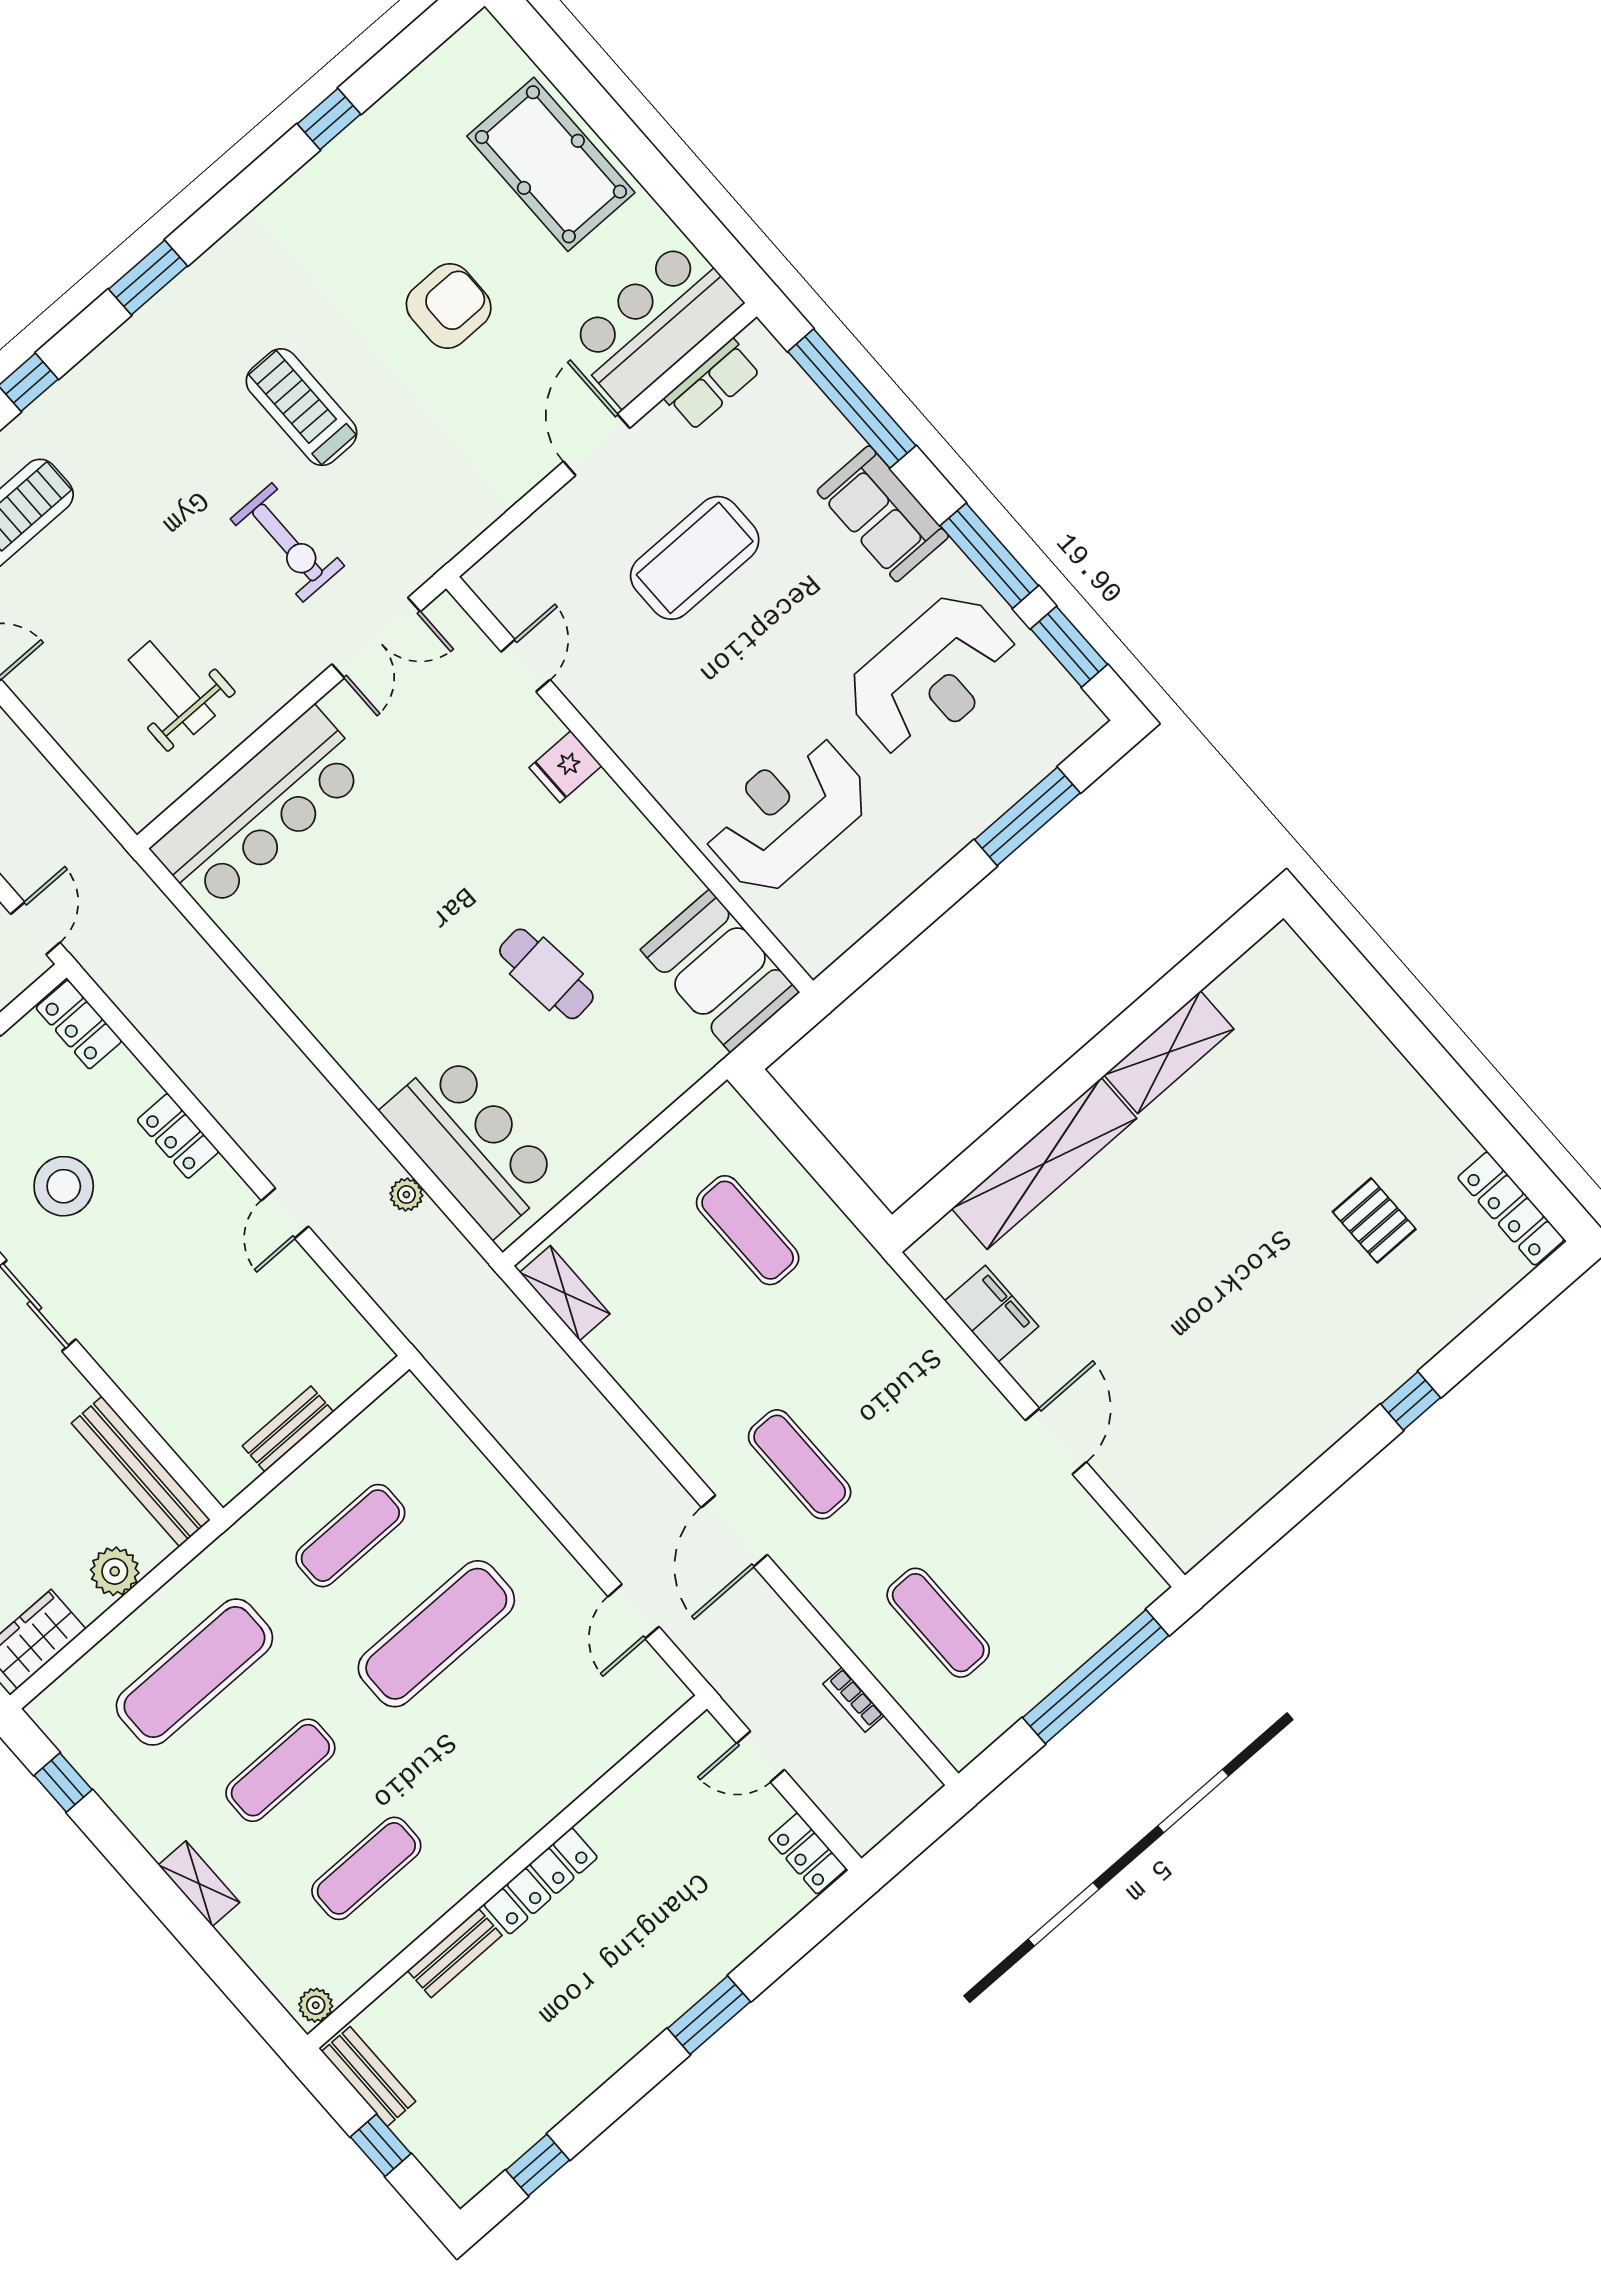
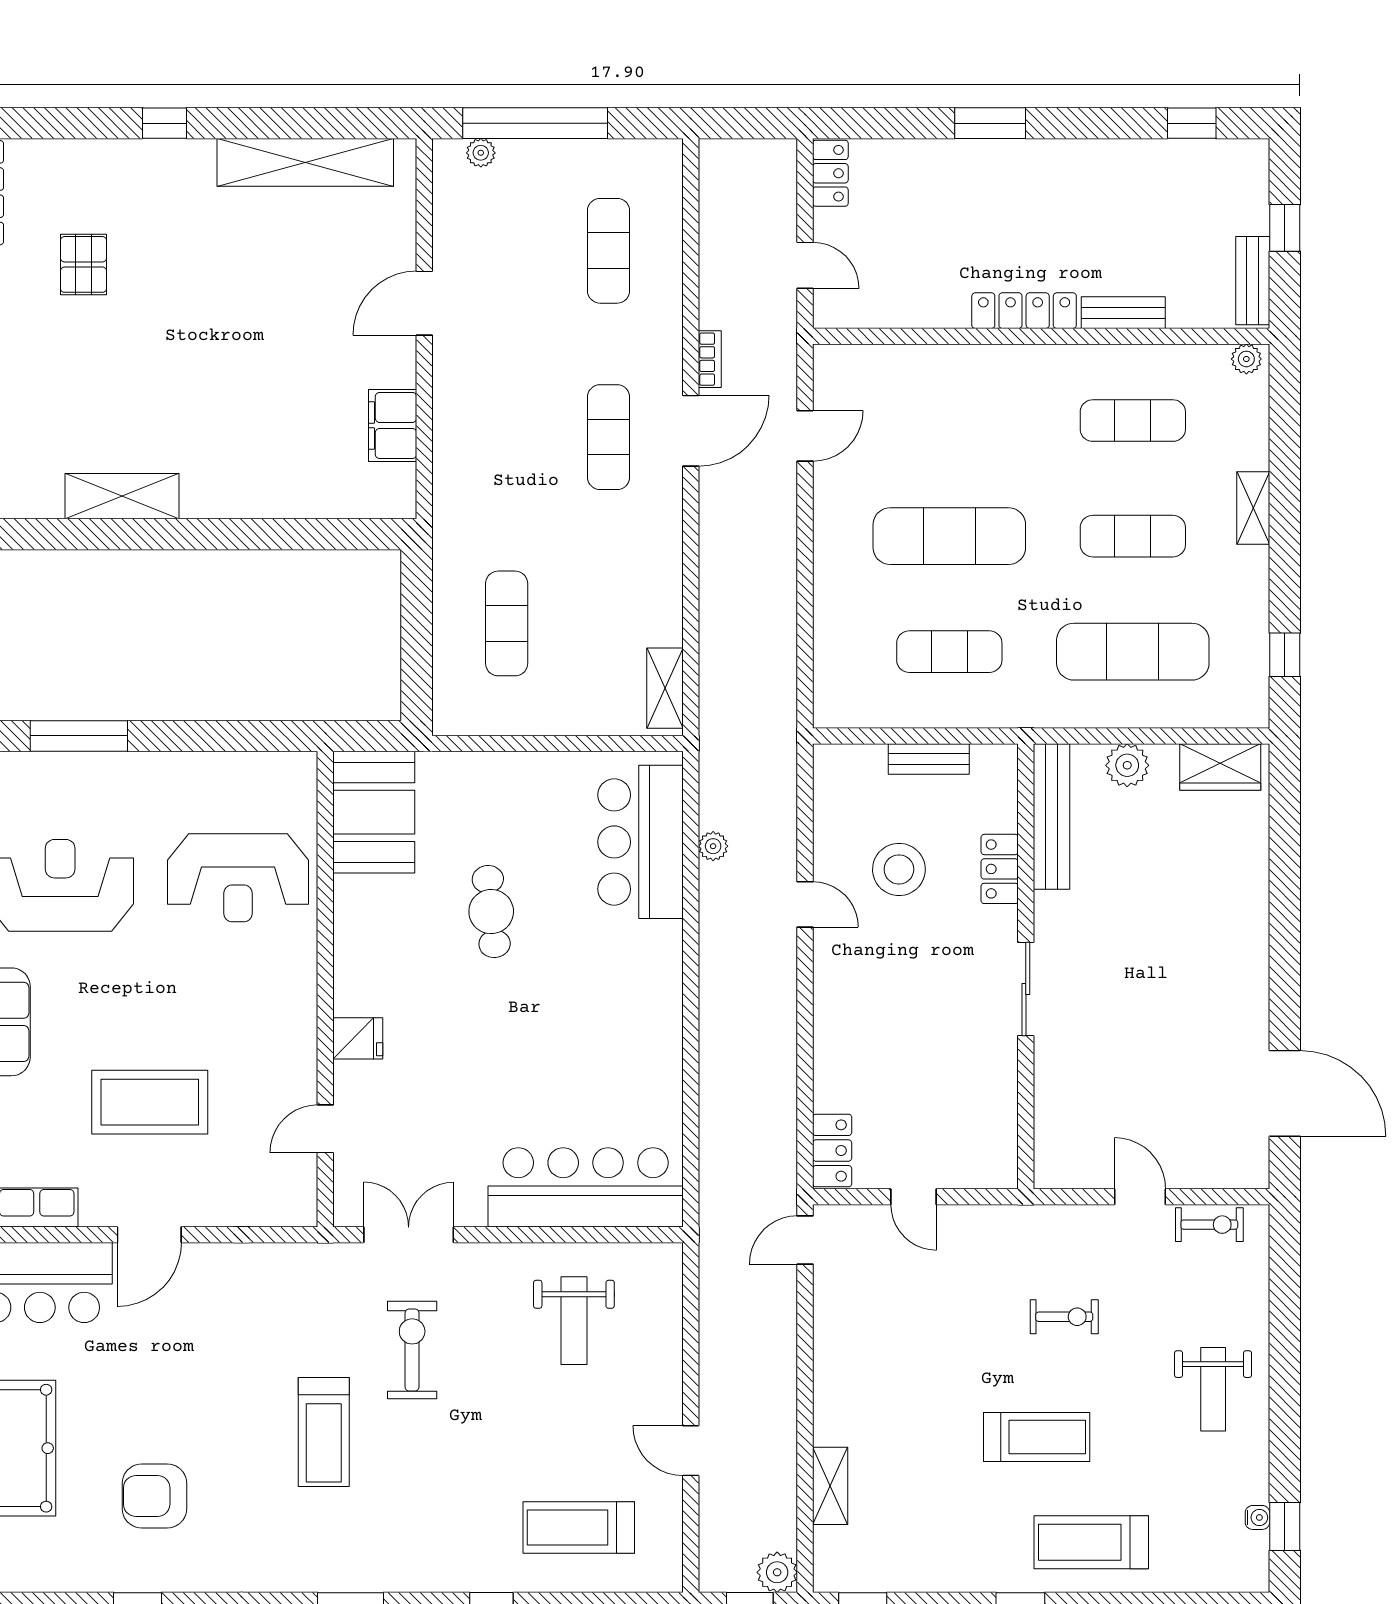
armchair: (449, 306) -> (154, 1496), moved
locker: (178, 1136) -> (1000, 869), moved, turned 180
shelving: (1044, 1163) -> (305, 162), moved
stool: (64, 1186) -> (899, 869), moved
door: (285, 1213) -> (805, 904), hinge flipped
plant: (1120, 1611) -> (481, 153), added
bookcase: (854, 1700) -> (710, 359), moved

